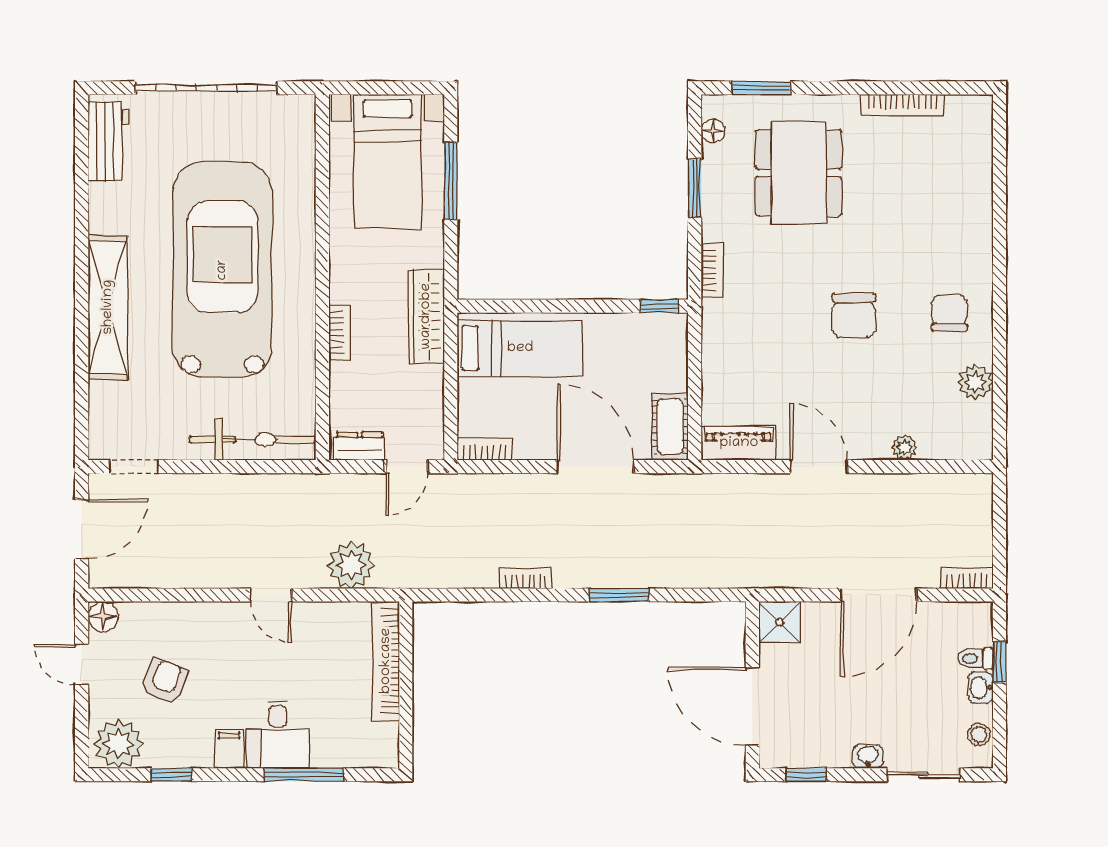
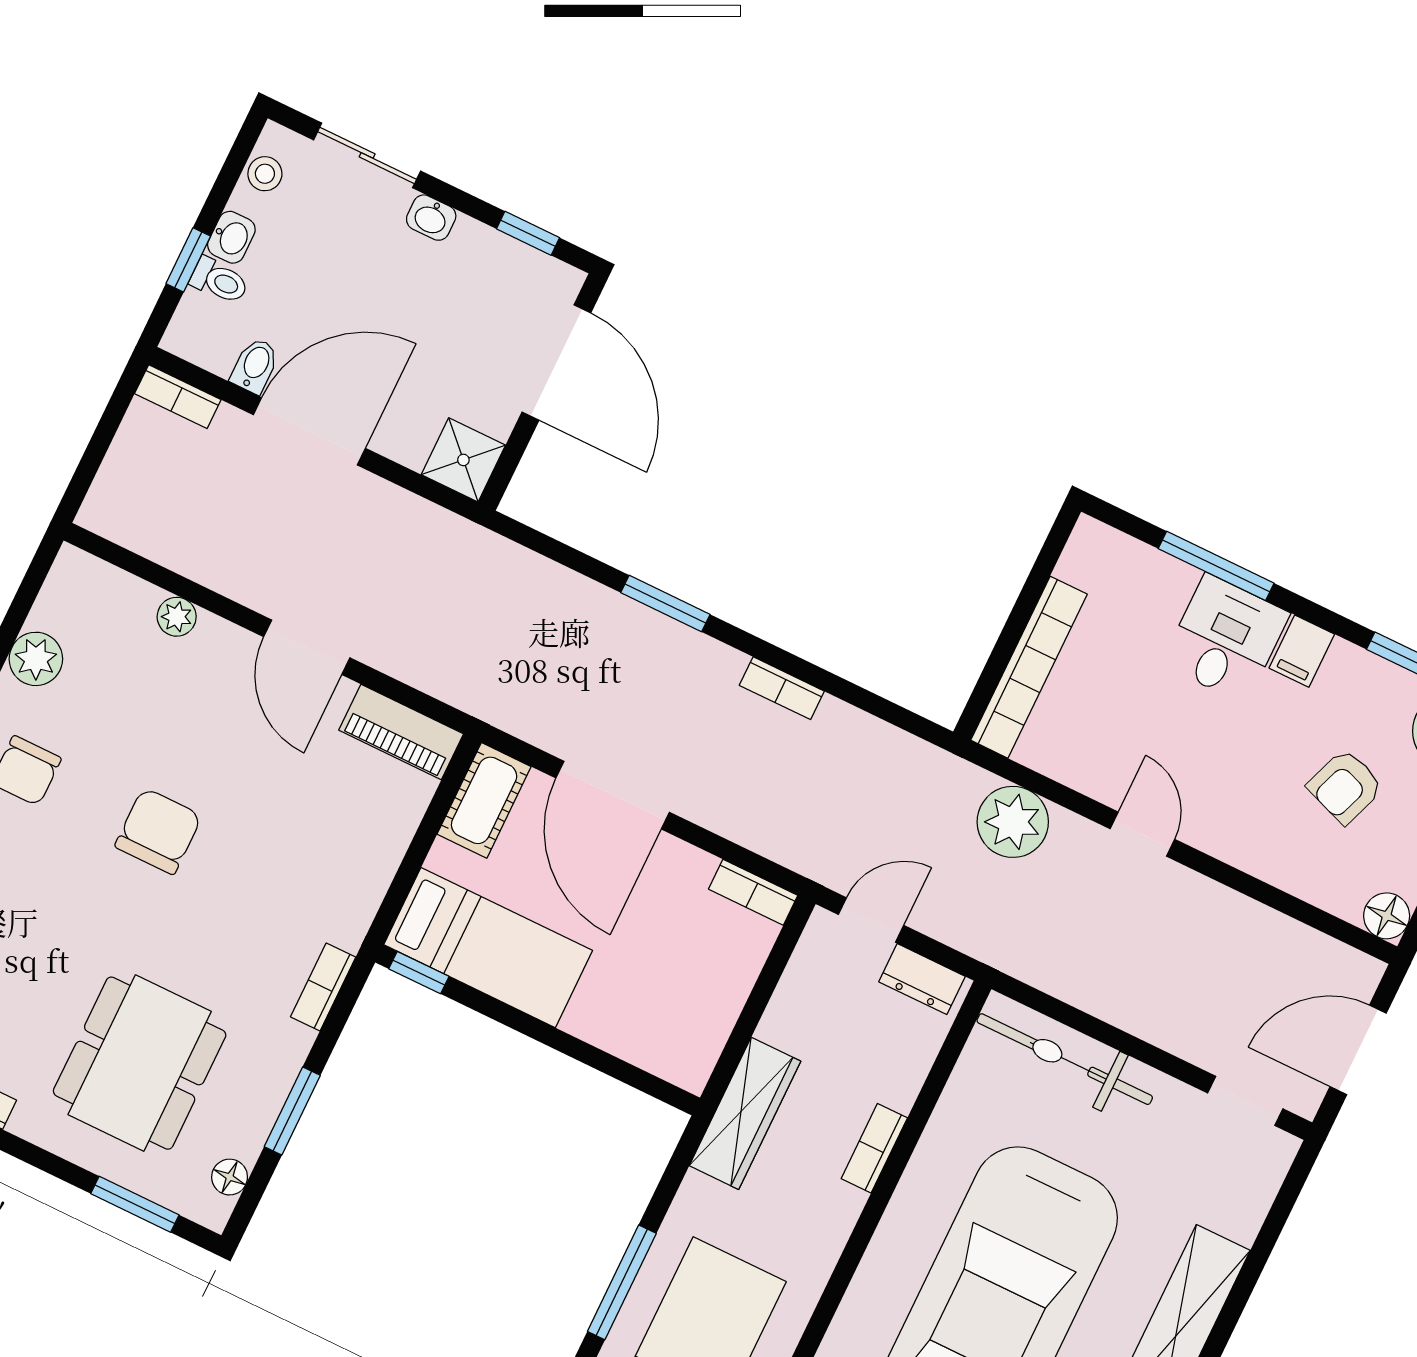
bed: (520, 348) -> (488, 948), moved, turned 180
bidet: (930, 618) -> (255, 366), added

